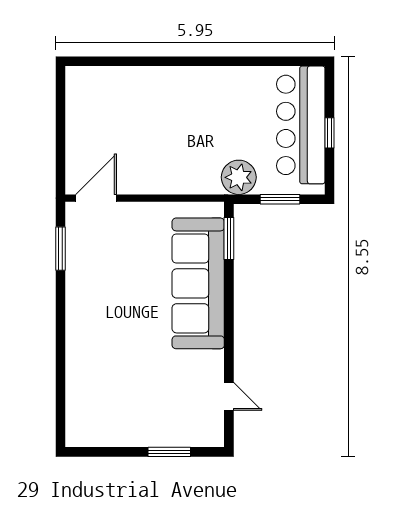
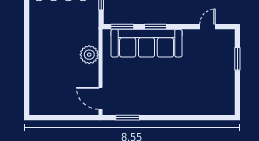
plant: (239, 177) -> (89, 55), moved
window: (229, 300) -> (156, 27), added

